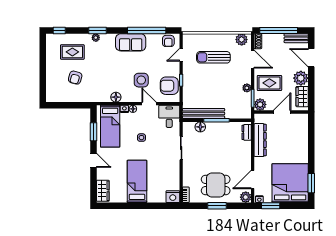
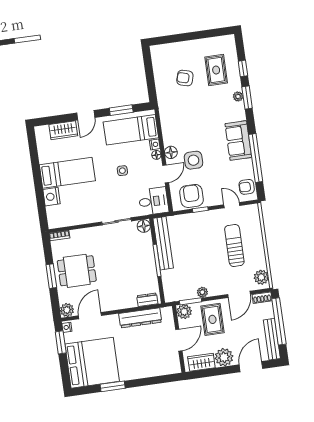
window: (59, 31) -> (243, 68), moved
bench: (296, 38) -> (272, 339), width x1.36
floor lamp: (116, 97) -> (171, 152), moved
door: (282, 112) -> (179, 340), hinge flipped
floor lamp: (200, 127) -> (144, 226), moved
door: (253, 180) -> (90, 316), hinge flipped
window: (311, 183) -> (113, 386), moved
dining table: (216, 185) -> (77, 271), turned 90
wardrobe: (103, 191) -> (63, 130), moved
nightstand: (173, 197) -> (51, 197), moved

